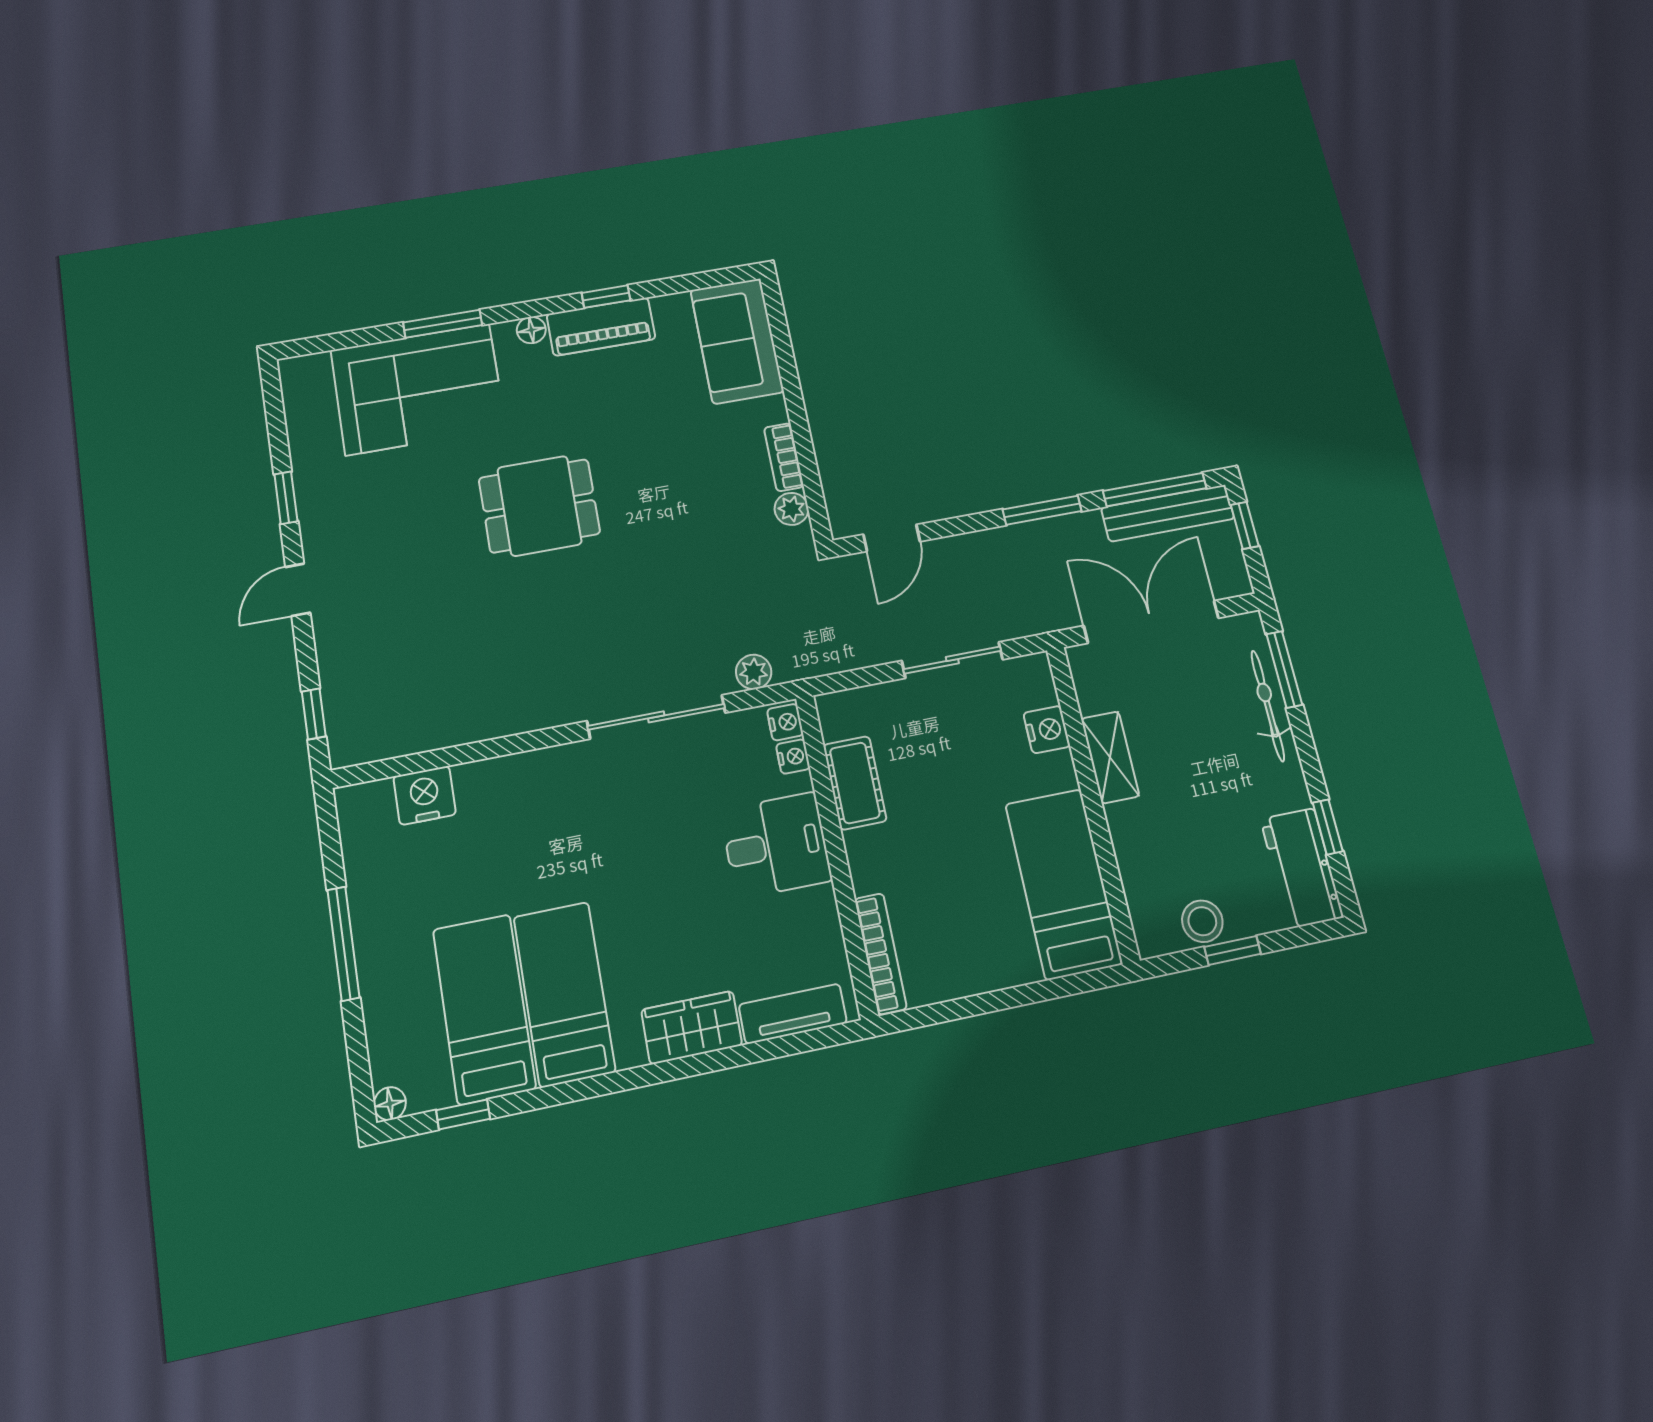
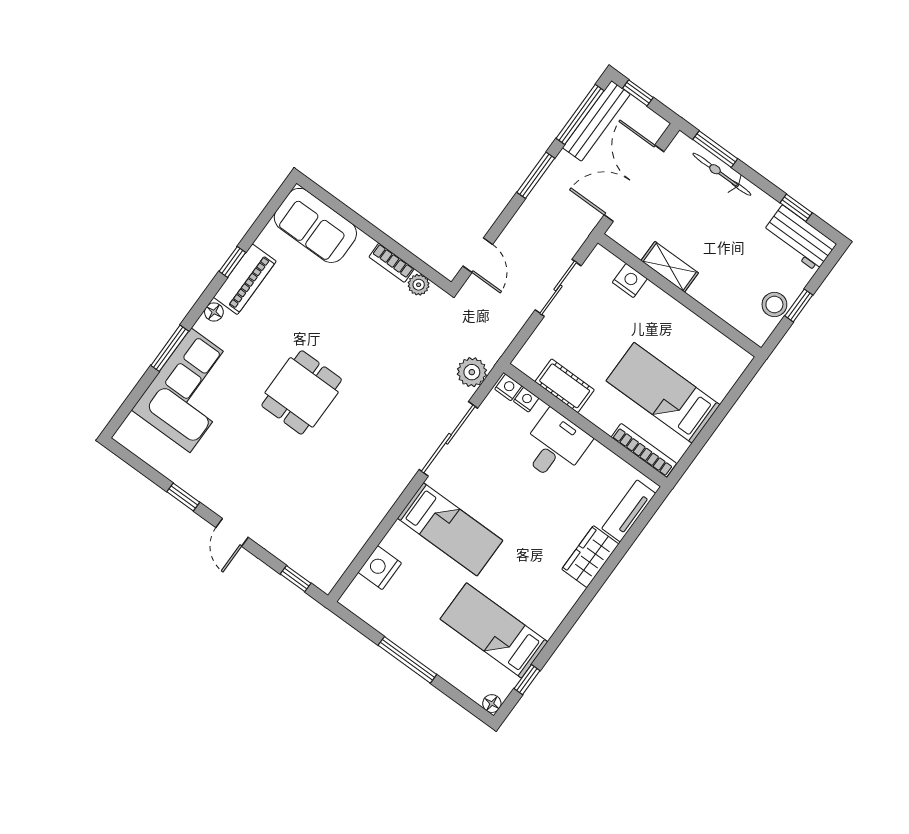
plant: (754, 672) -> (472, 372), width x1.38, depth x1.38
bed: (1063, 884) -> (663, 393), moved
bed: (564, 994) -> (450, 529), moved, turned 180

